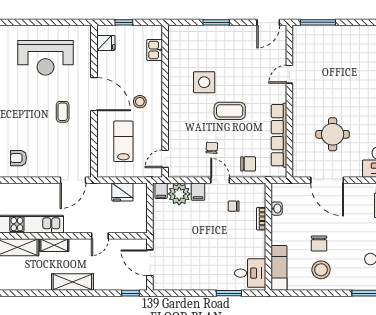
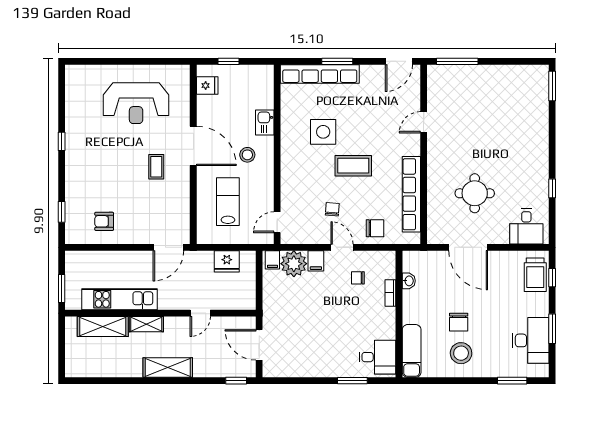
row of seats: (201, 33) -> (320, 74), added
kitchen sink: (155, 50) -> (265, 122), moved

